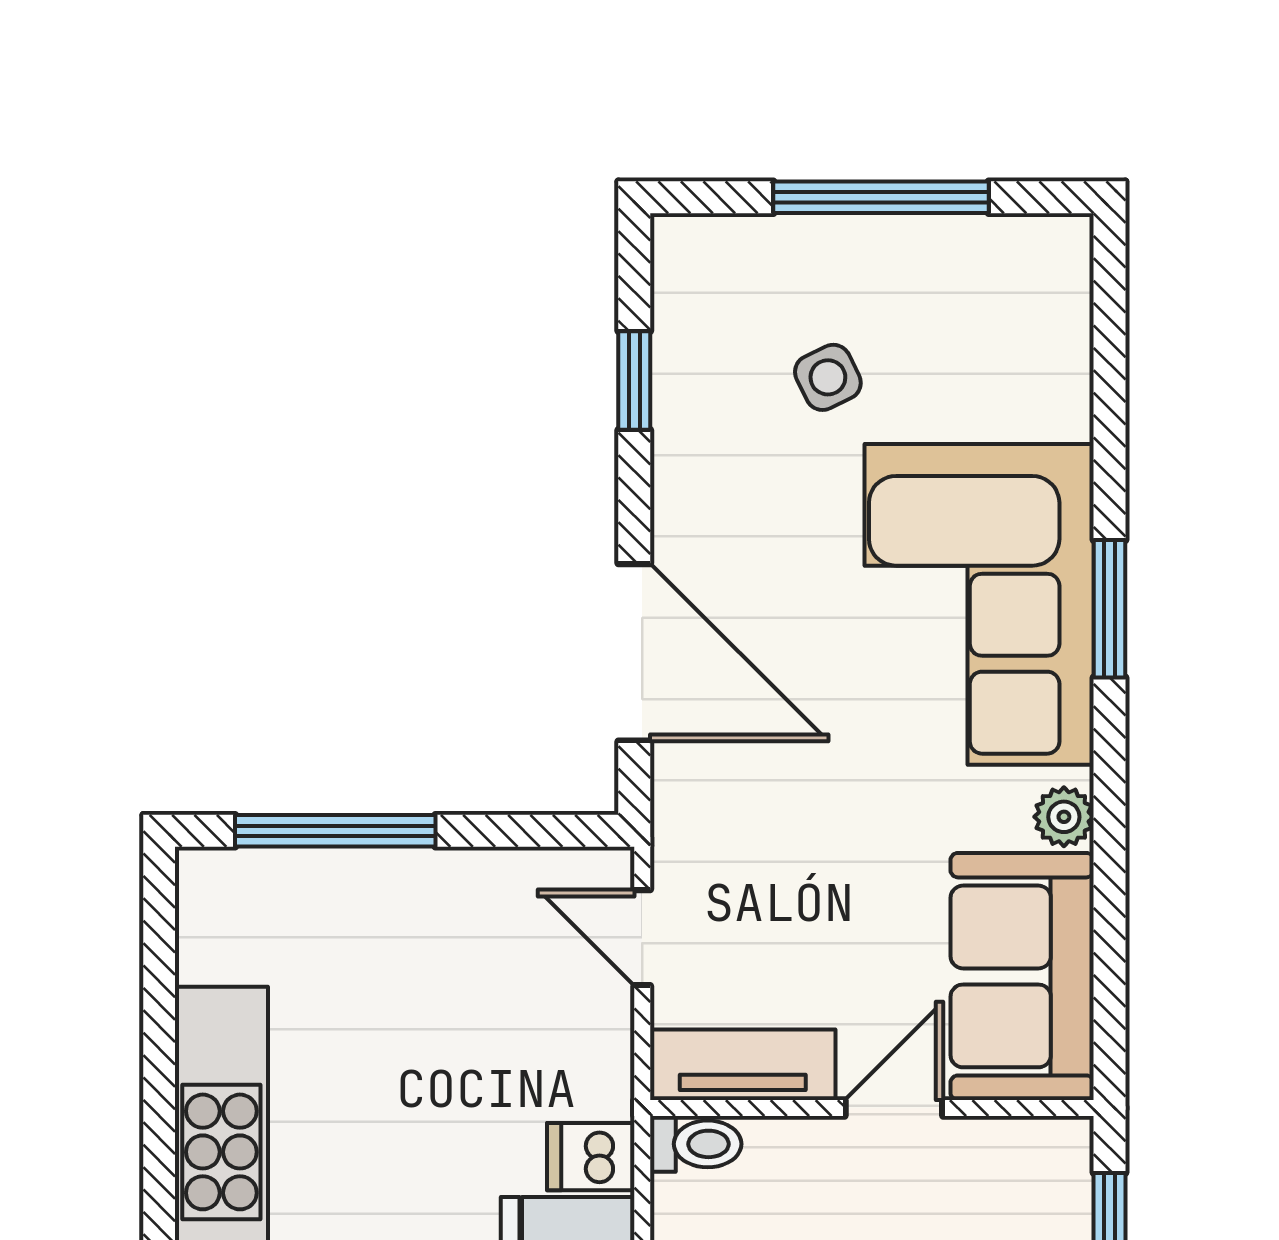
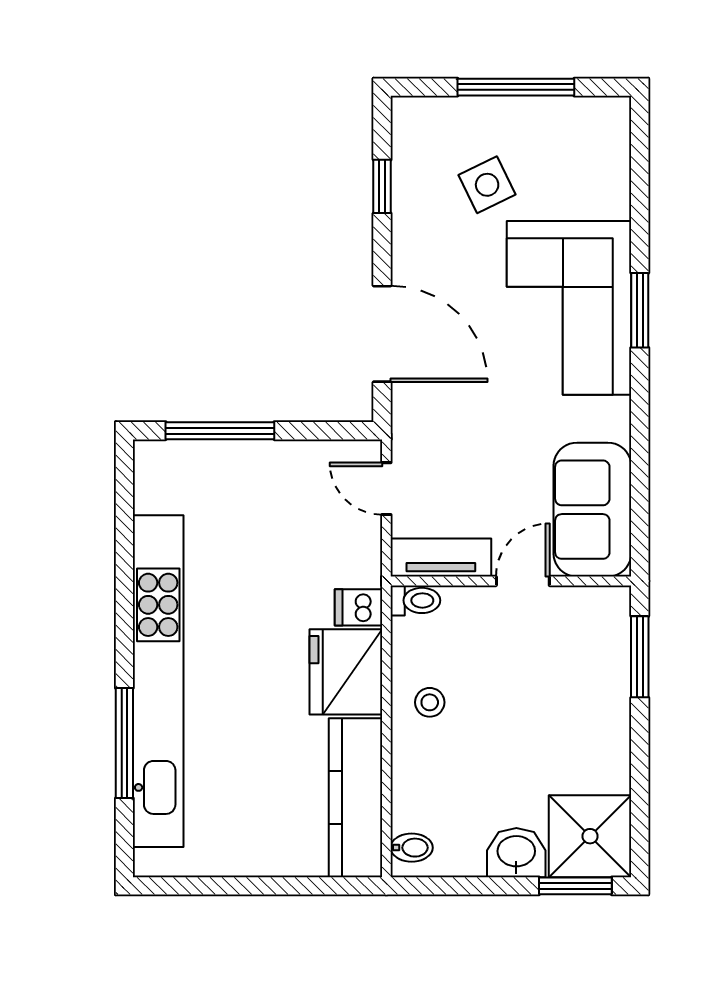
side table: (828, 377) -> (487, 185), width x1.37, depth x1.37
plant: (1064, 817) -> (615, 423), removed

